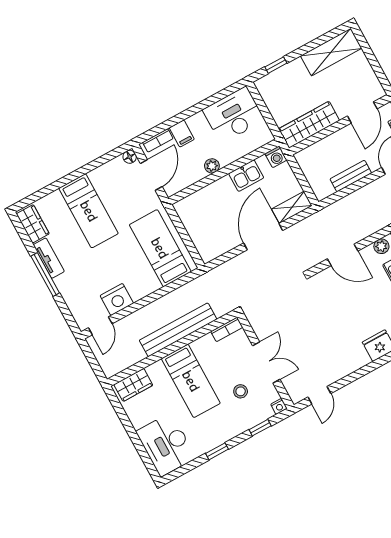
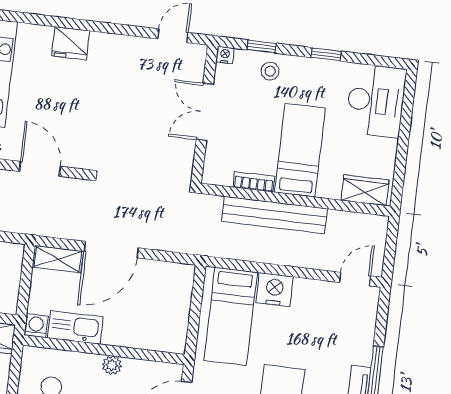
kitchen sink: (246, 176) -> (75, 327), width x1.38
nightstand: (117, 299) -> (275, 290), moved
bookcase: (227, 329) -> (254, 182), moved
stool: (241, 391) -> (270, 71), moved

